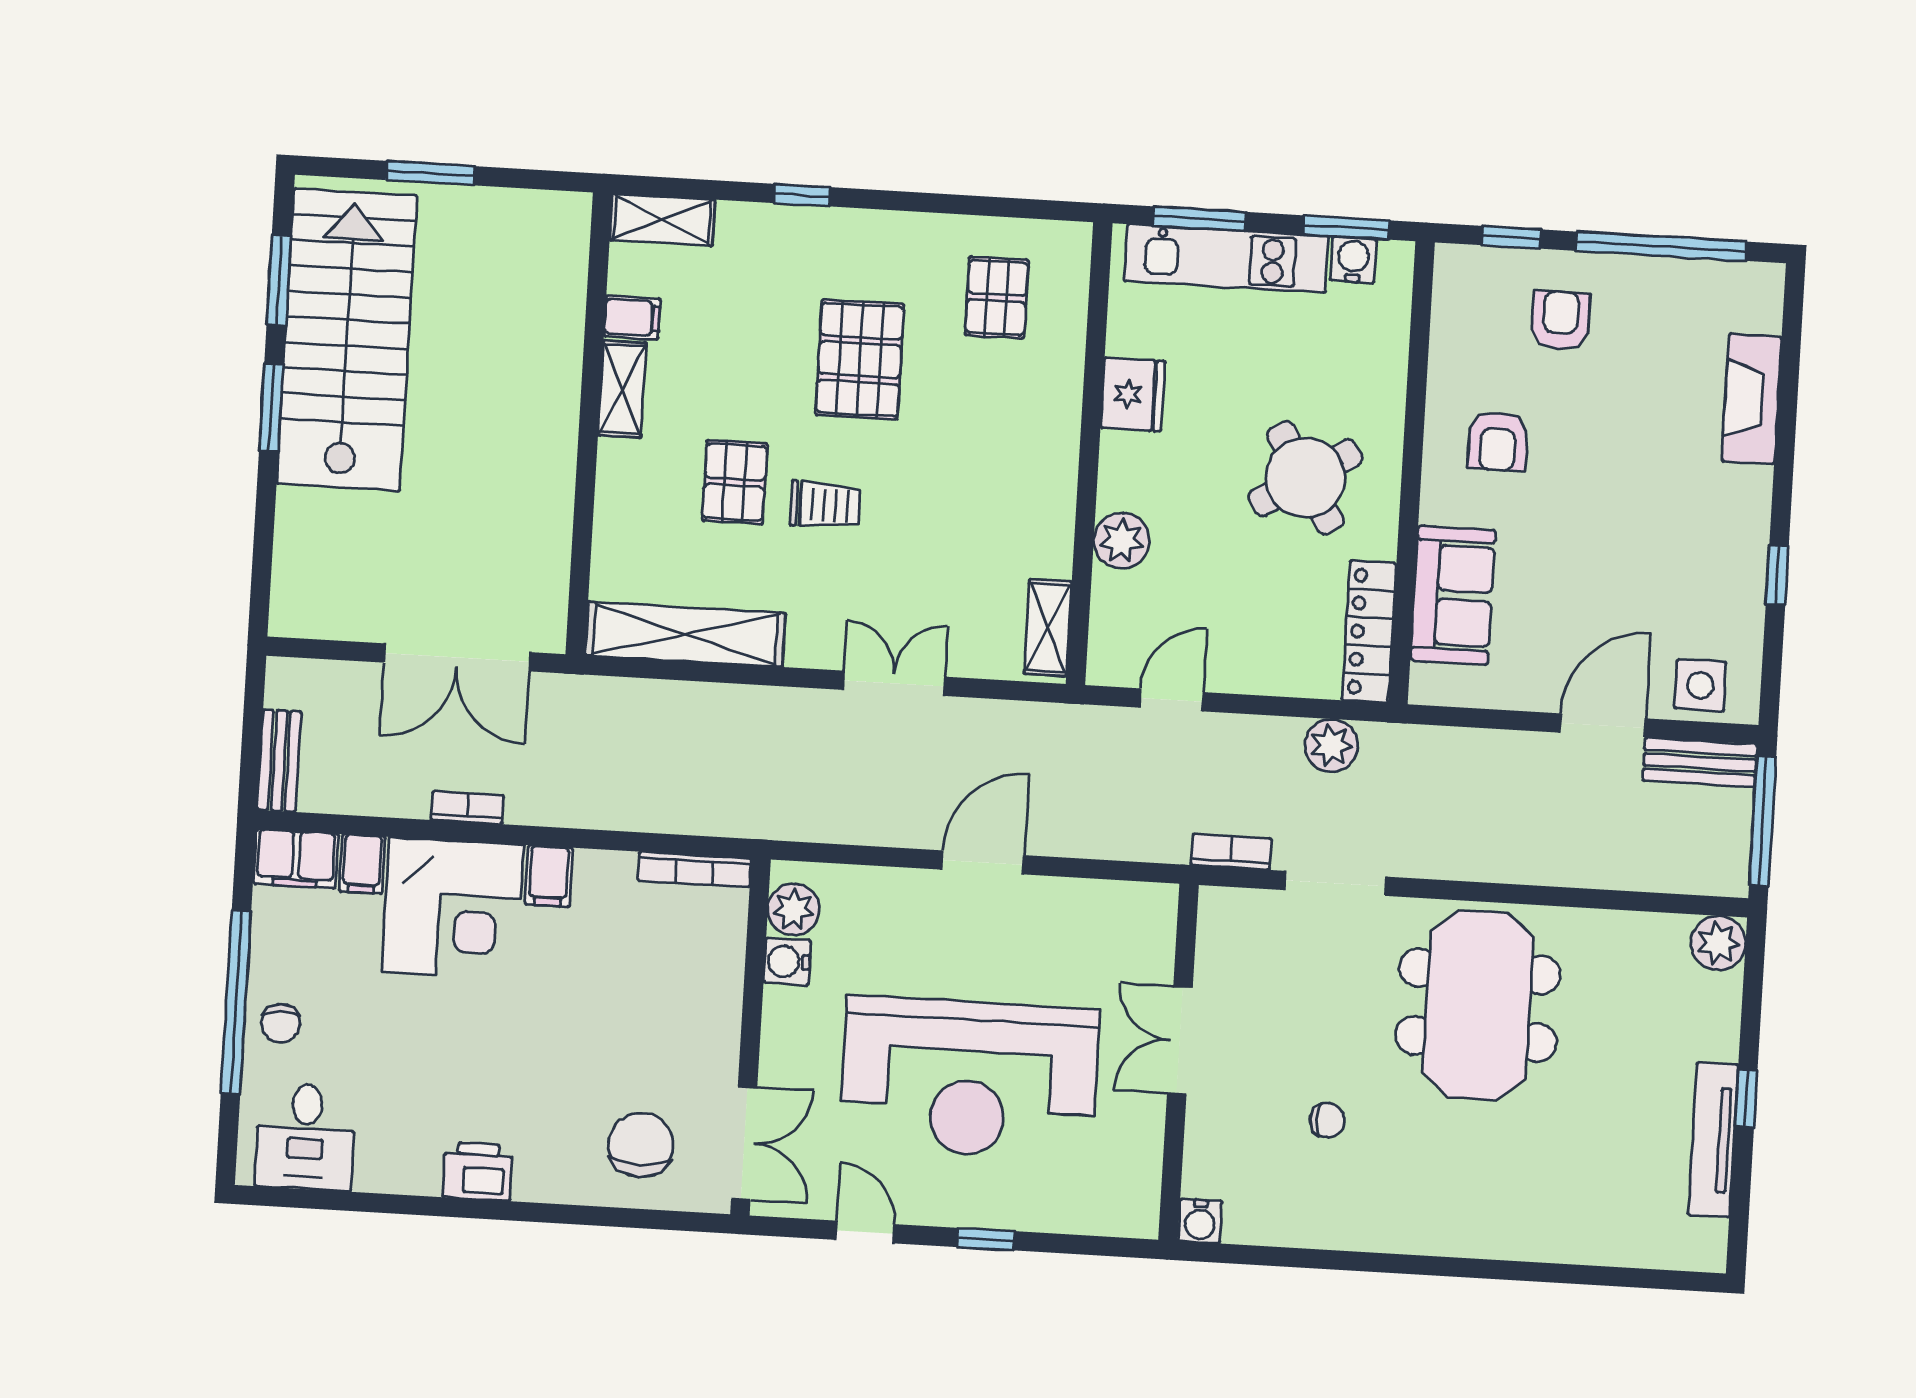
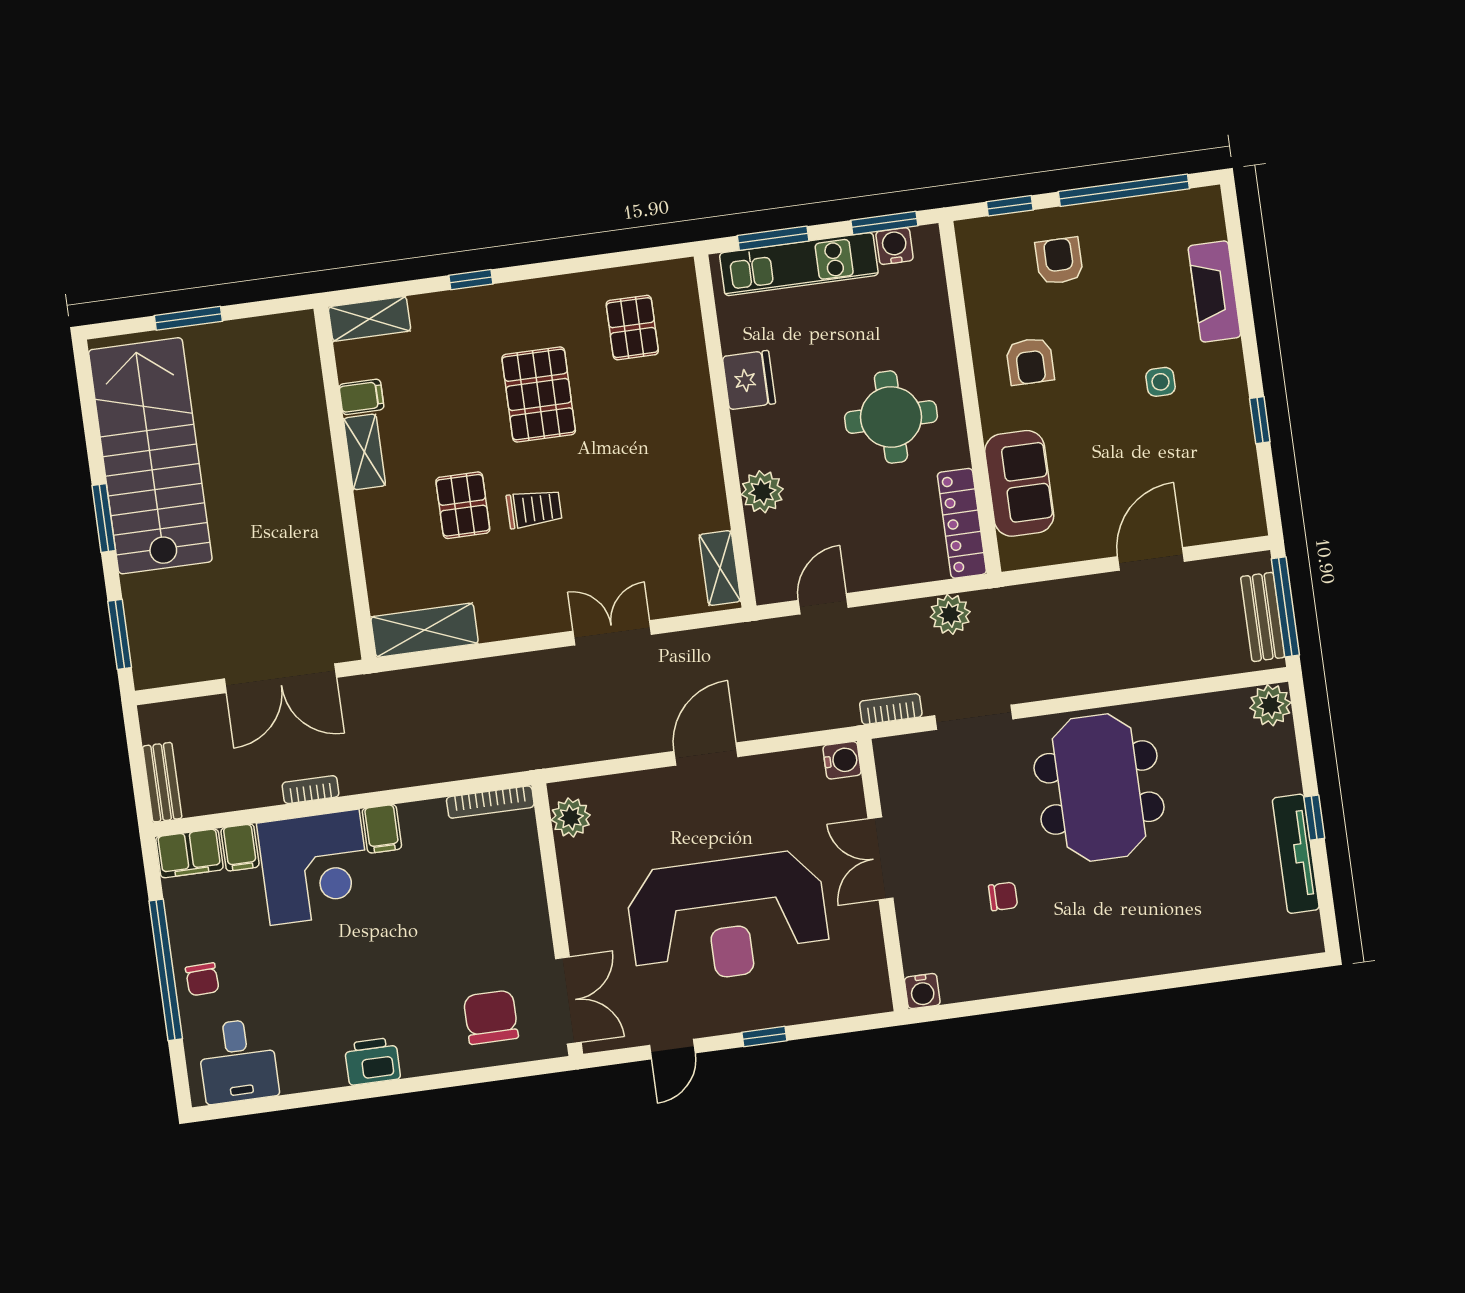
window: (279, 281) -> (120, 634), moved
round table: (1305, 478) -> (891, 417), turned 32
shelving: (685, 634) -> (425, 630), width x0.68
side table: (1700, 685) -> (1160, 382), moved, width x0.73, depth x0.73
bench: (1700, 762) -> (1263, 617), moved, turned 90
water cooler: (787, 962) -> (842, 760), moved, turned 180
door: (865, 1232) -> (672, 1049), swing flipped

